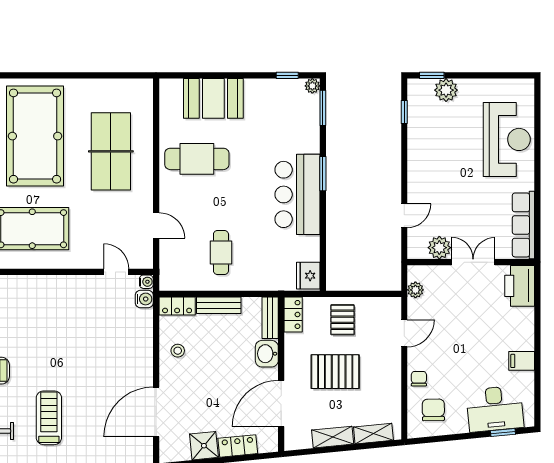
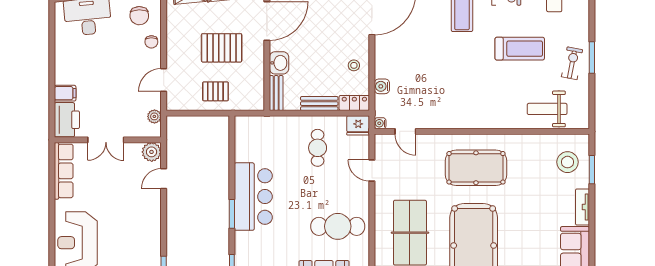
plant: (439, 248) -> (152, 152), moved
fridge: (308, 276) -> (358, 125), moved, turned 90
water cooler: (144, 299) -> (382, 86), moved
locker: (293, 314) -> (257, 96), removed
pallet: (343, 320) -> (215, 91), turned 90
filing cabinet: (522, 361) -> (65, 93), moved

